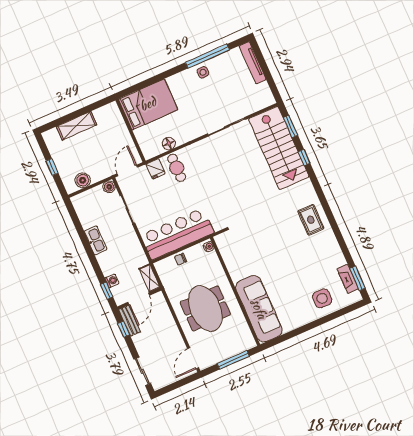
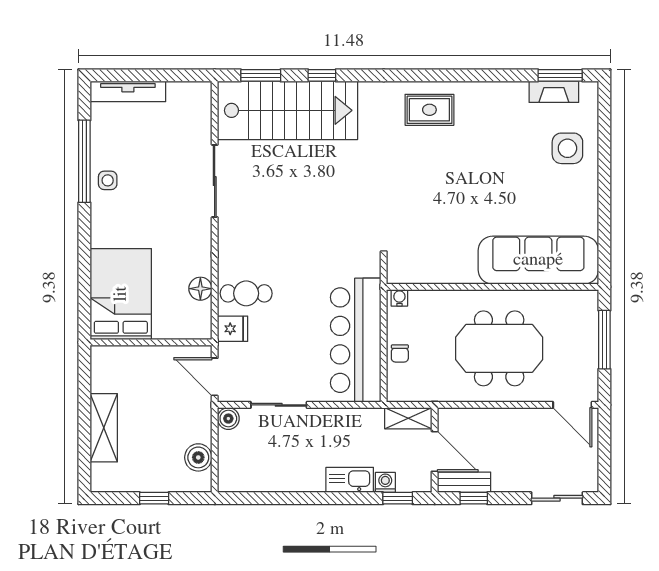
kitchen sink: (96, 240) -> (350, 480), moved

